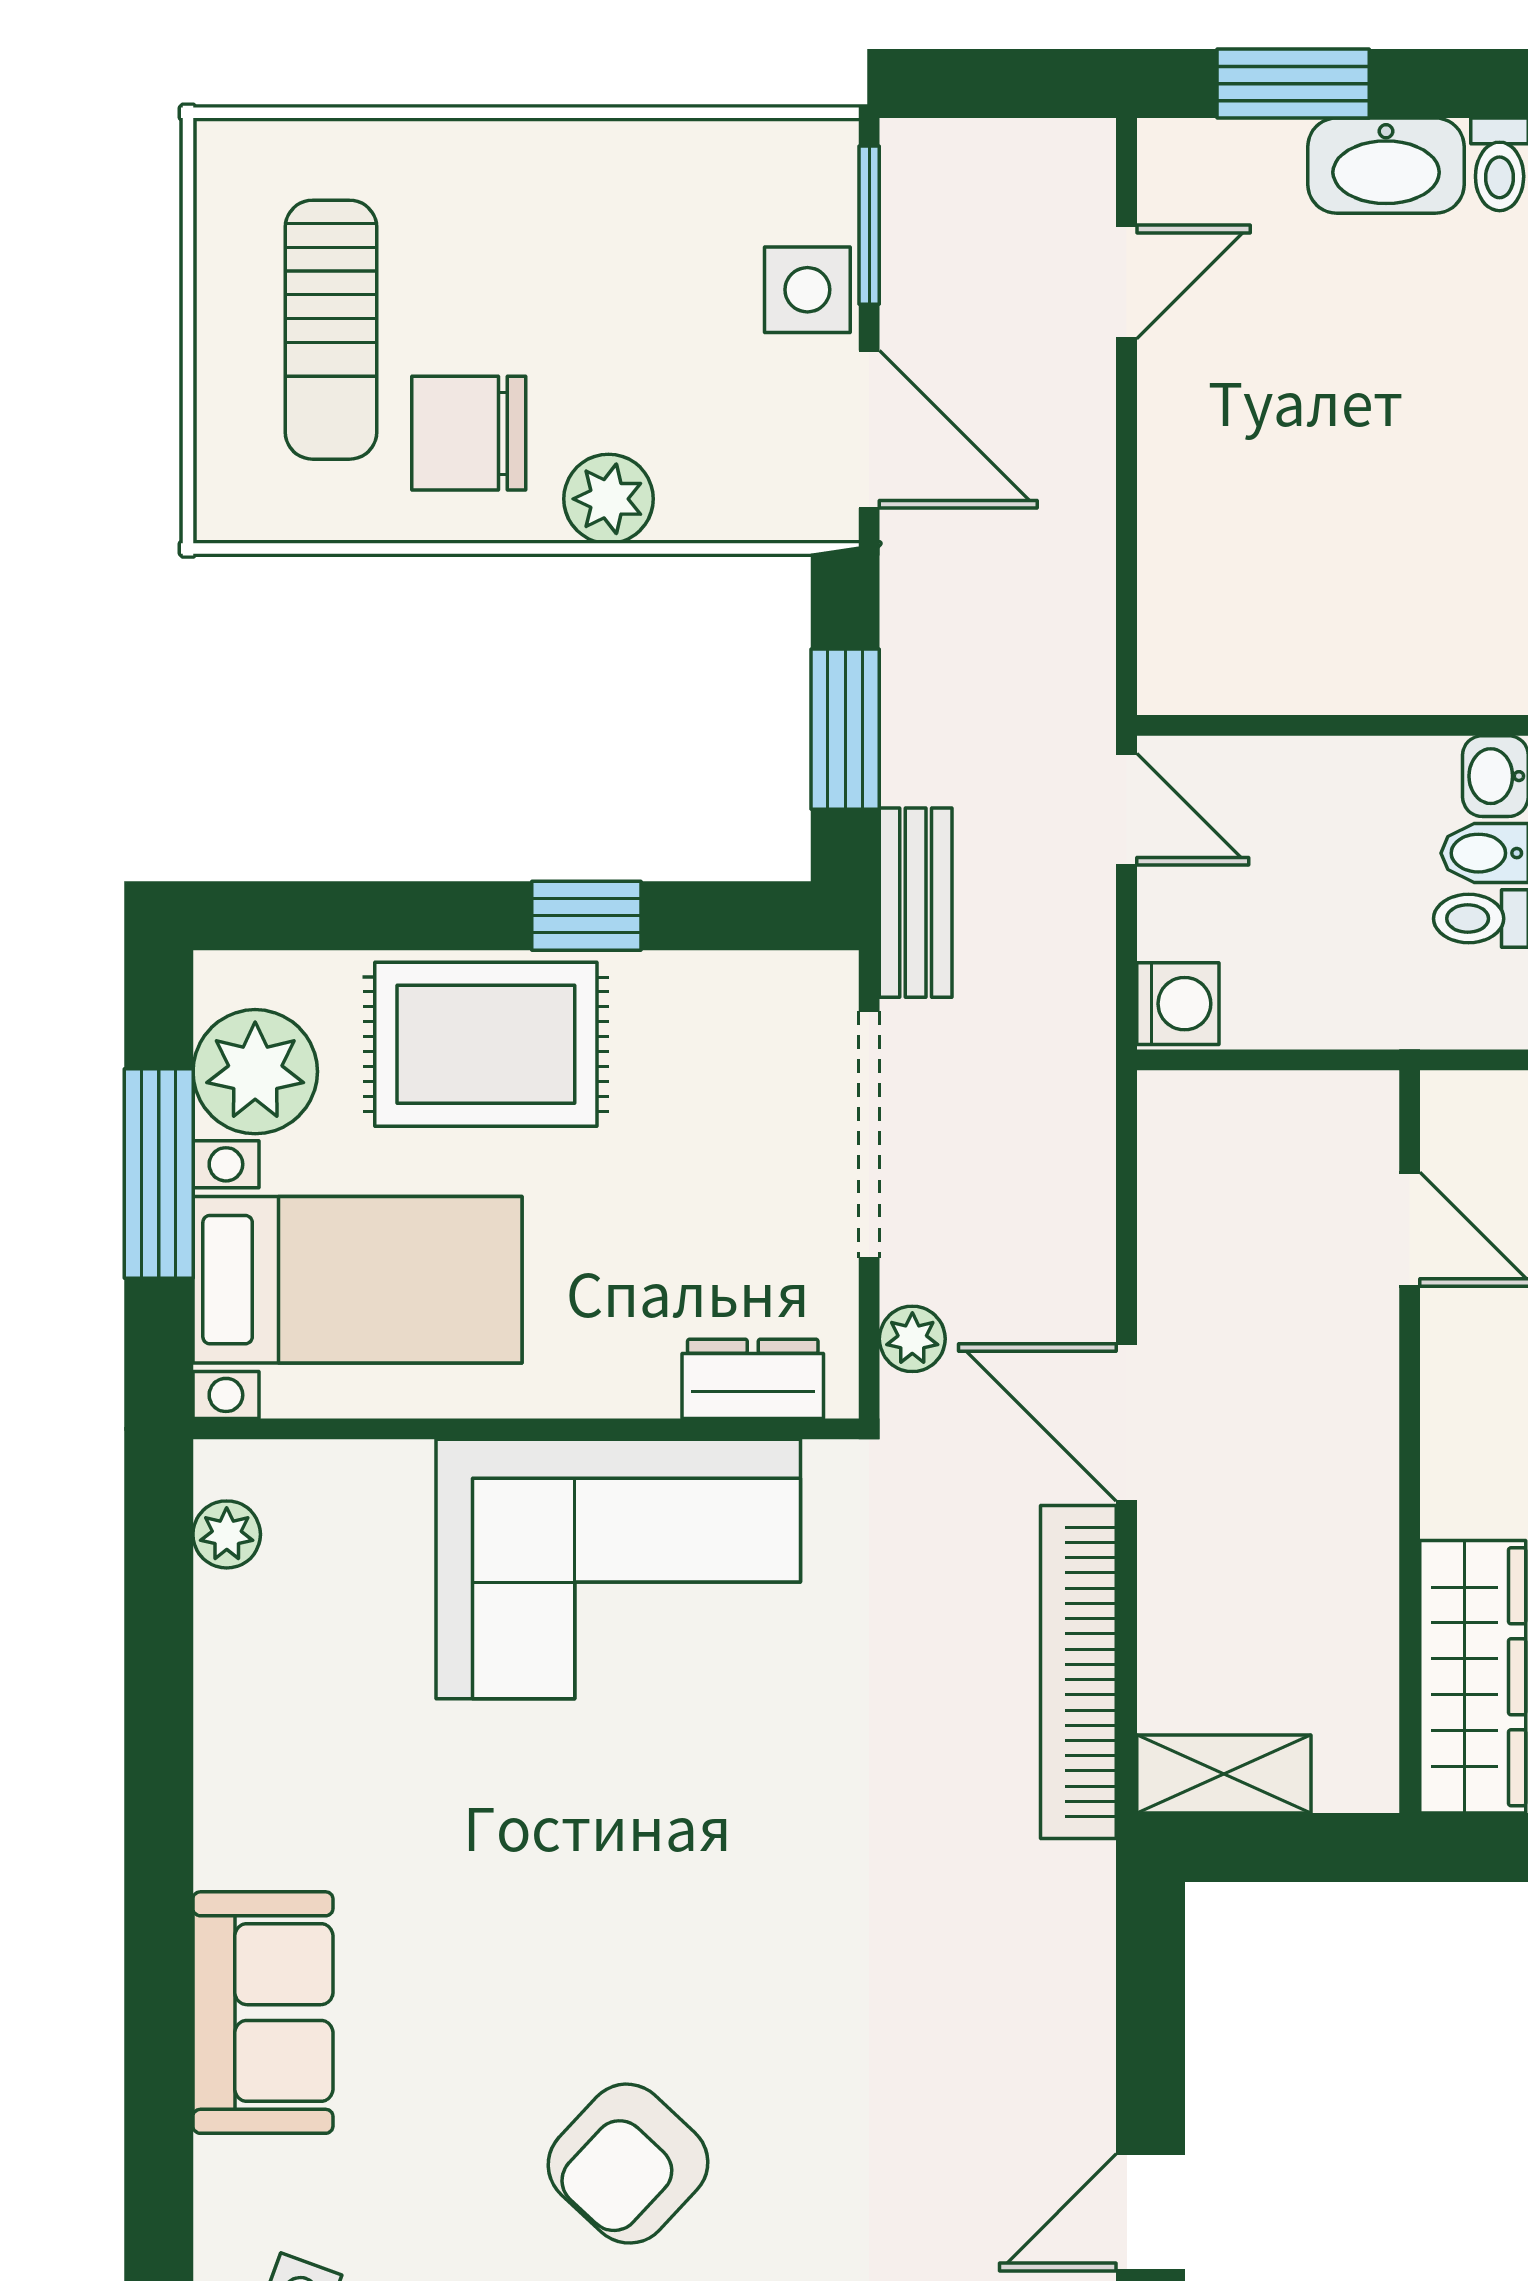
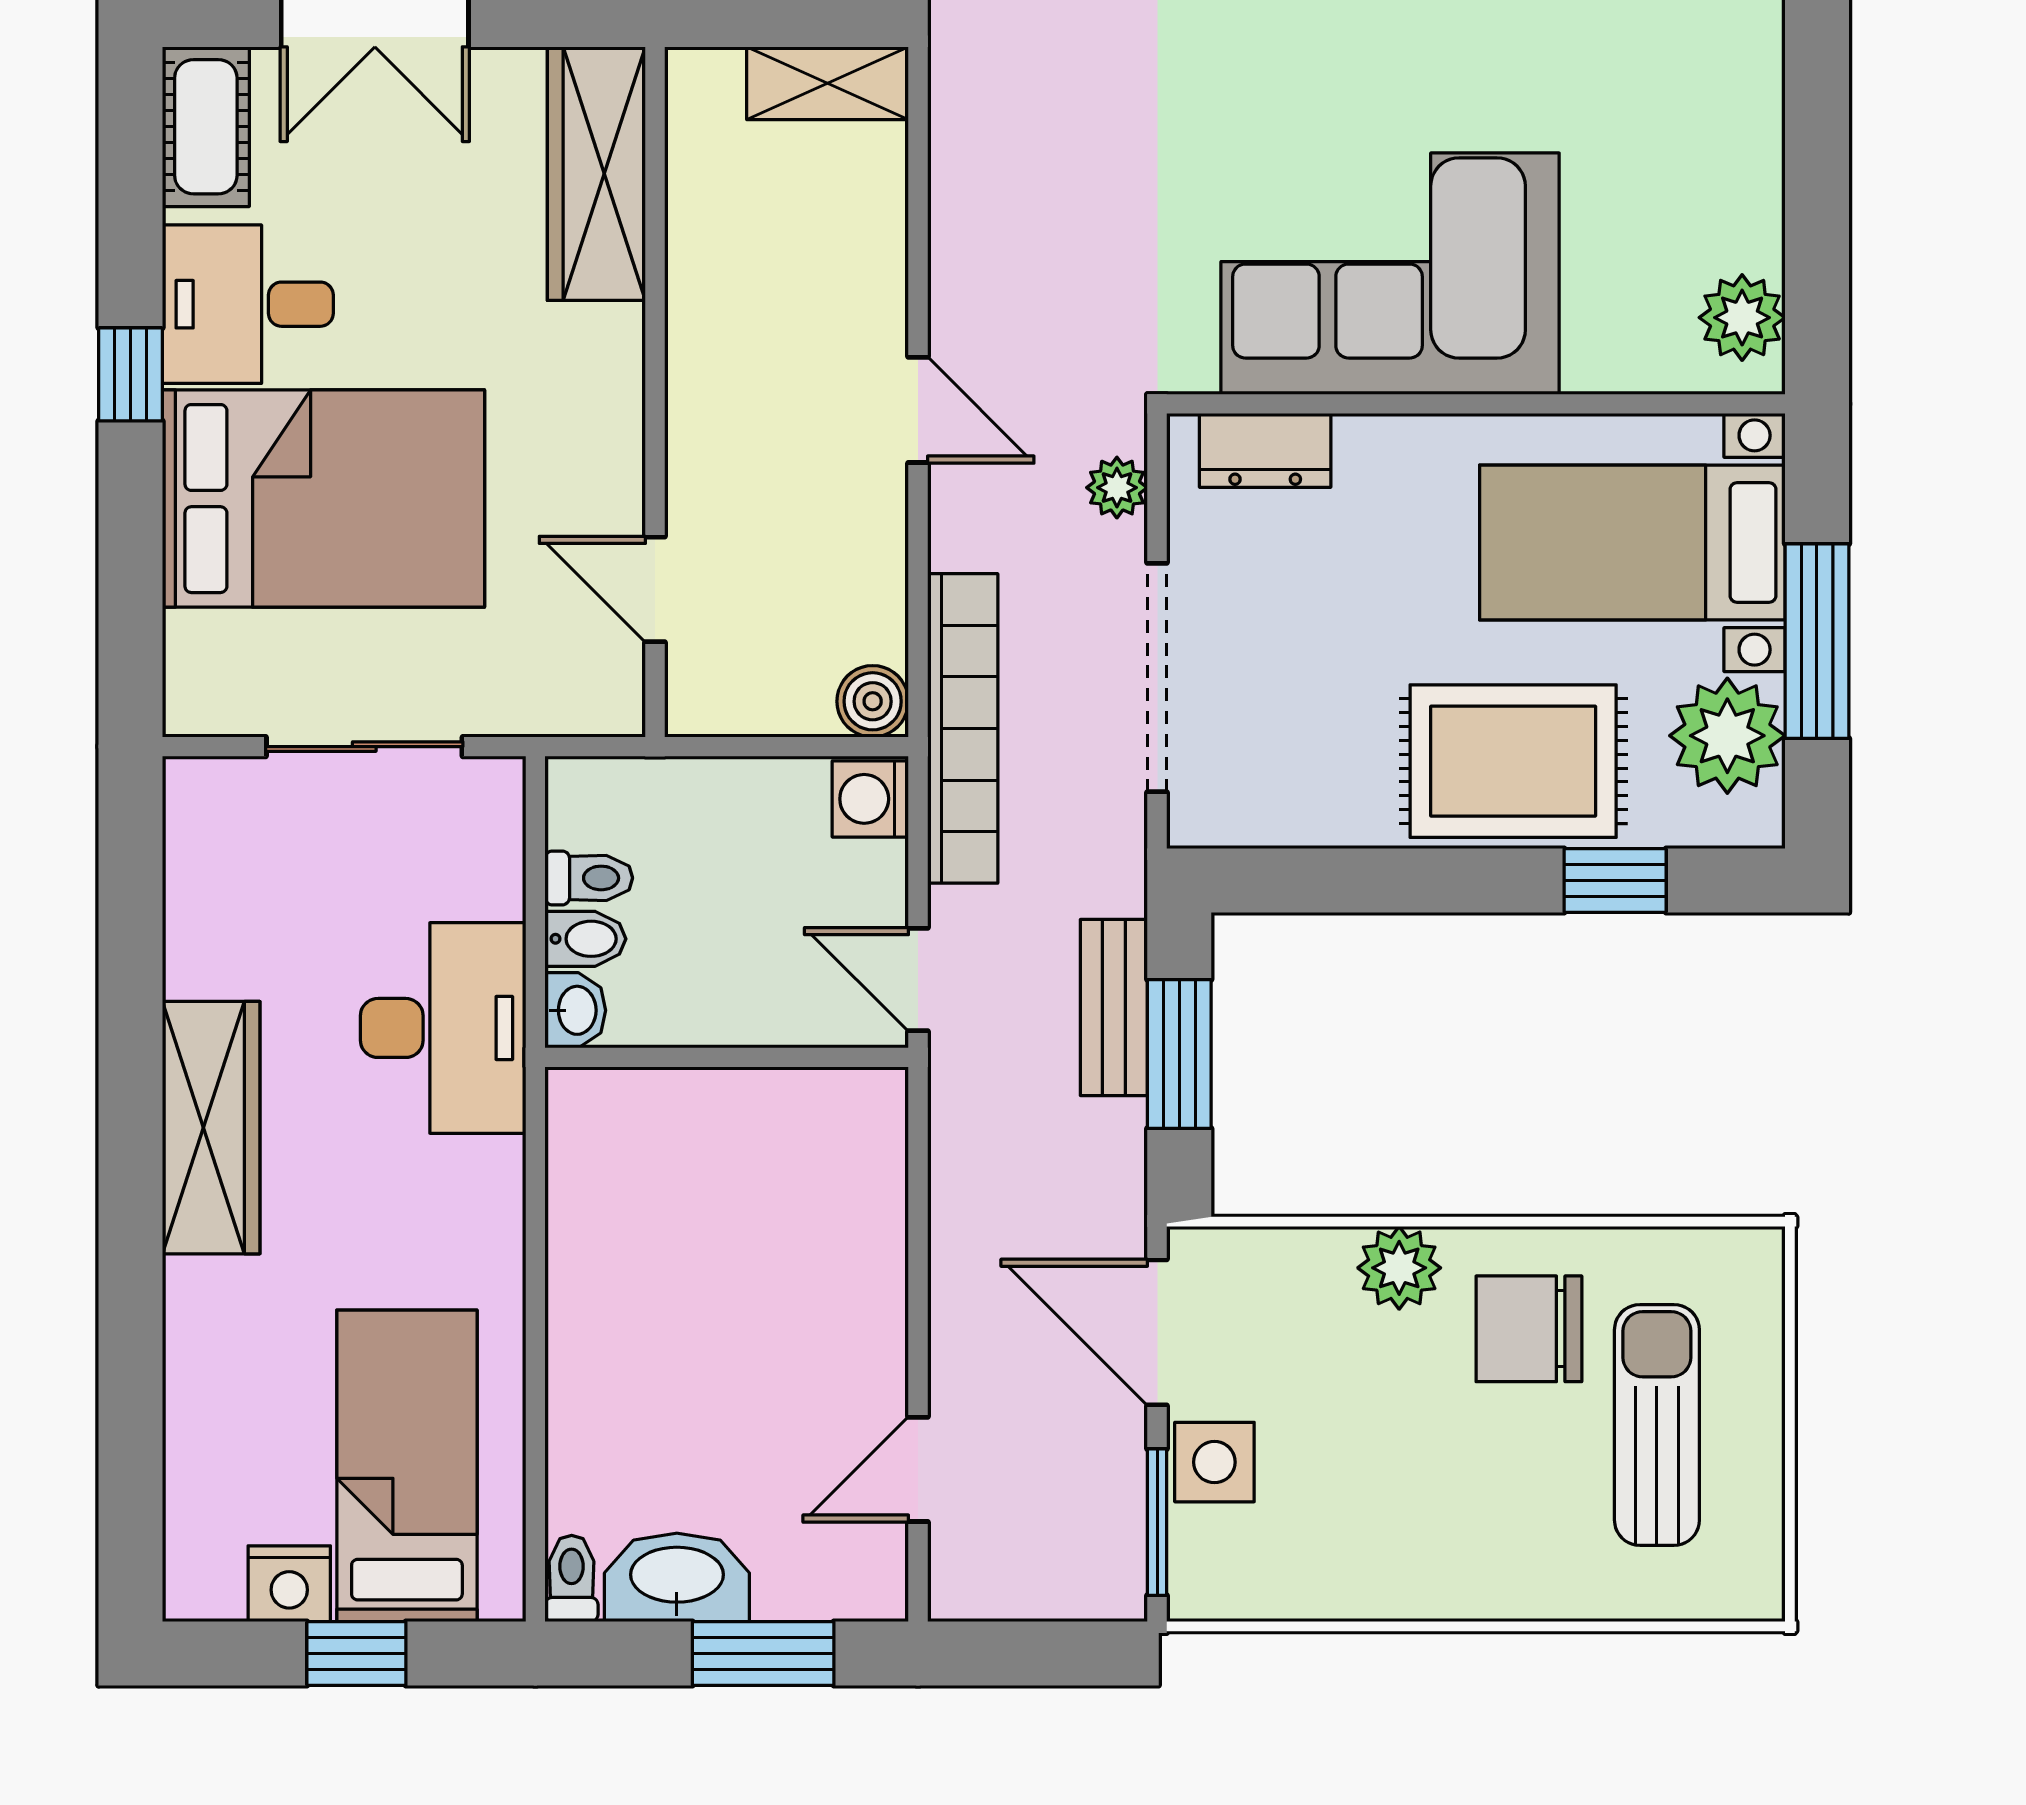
chair: (469, 433) -> (1529, 1329), turned 180
bench: (916, 903) -> (1114, 1007), moved
window: (586, 916) -> (1615, 880), moved
boiler: (1175, 1109) -> (873, 701), added
door: (1127, 1422) -> (918, 410), width x0.73
plant: (227, 1534) -> (1742, 318), width x1.38, depth x1.38
bookcase: (1078, 1672) -> (963, 728), moved

